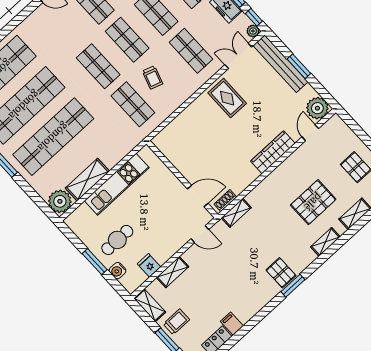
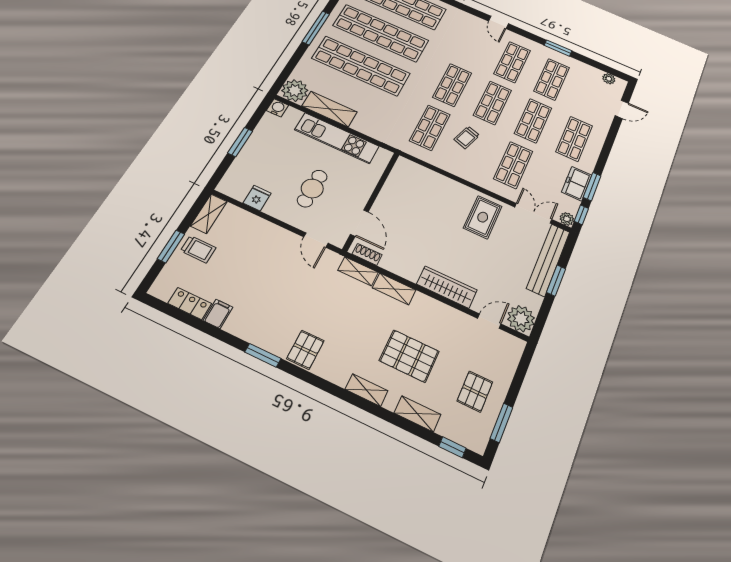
cafe table: (117, 240) -> (312, 189), moved, turned 90
water cooler: (118, 271) -> (277, 108), moved, turned 90
shelving: (173, 272) -> (394, 289), moved
window: (293, 286) -> (263, 355), moved

